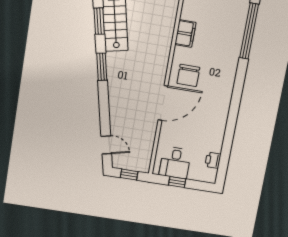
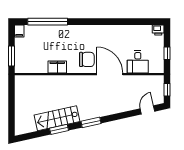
printer: (213, 160) -> (158, 30), moved
desk: (175, 163) -> (138, 62), moved, turned 90

